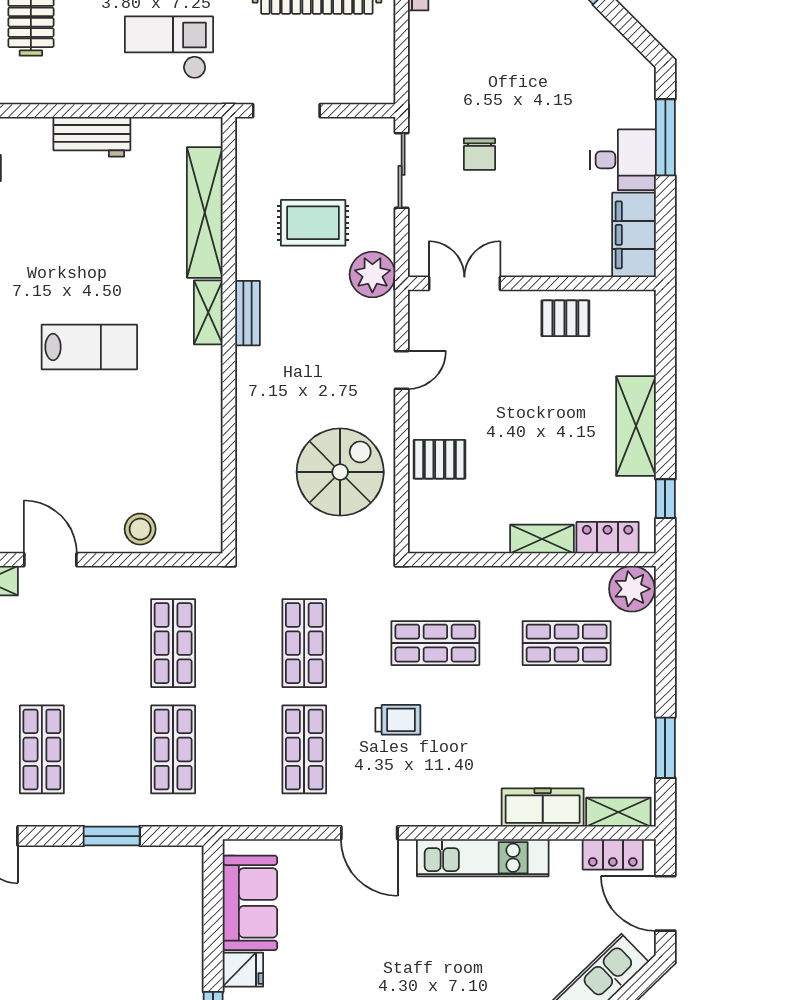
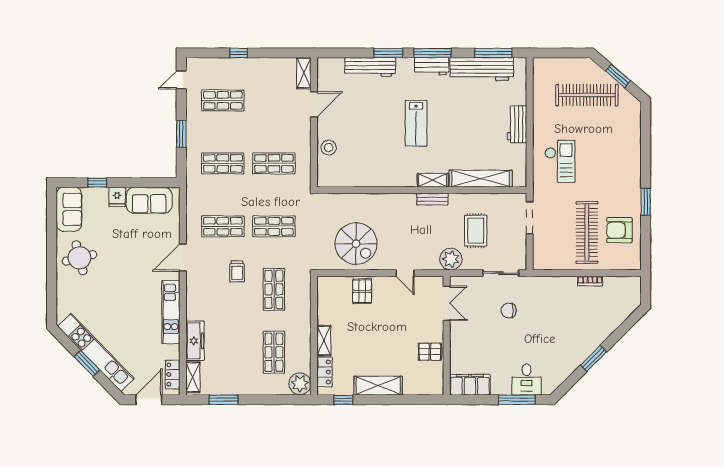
desk: (623, 160) -> (527, 379), moved
pallet: (565, 318) -> (430, 352), turned 90

